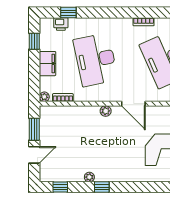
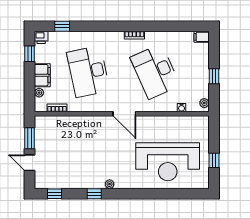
printer: (61, 24) -> (41, 37), moved
plant: (44, 97) -> (39, 93), moved
plant: (106, 111) -> (98, 121), removed
door: (34, 155) -> (30, 163), swing flipped
plant: (89, 177) -> (110, 184), moved

